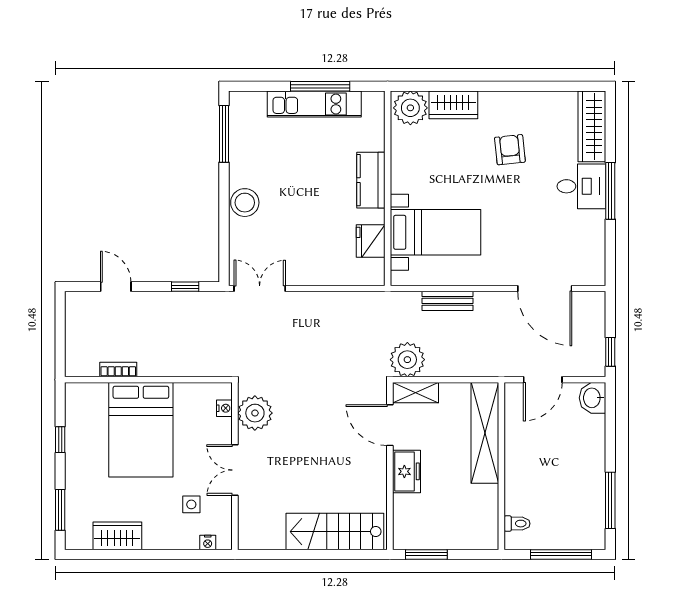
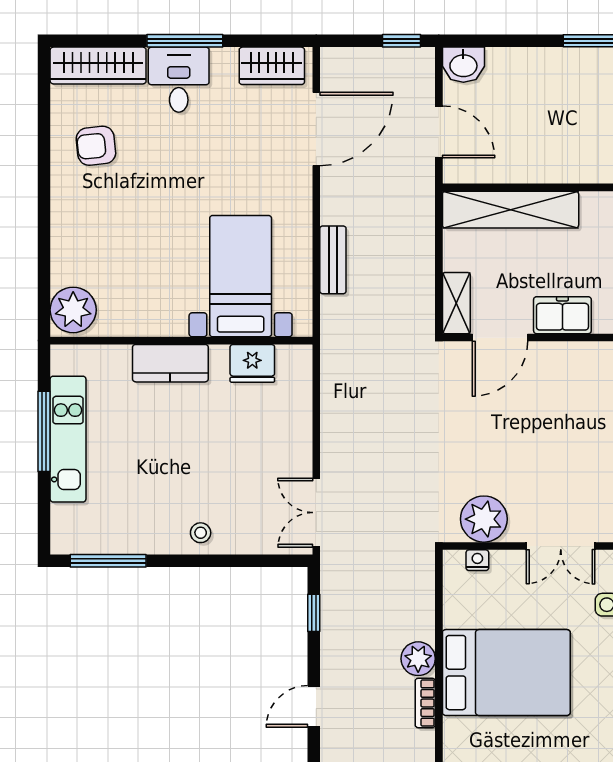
wardrobe: (453, 105) -> (272, 66), moved, turned 90
armchair: (510, 150) -> (96, 146), moved
stool: (245, 203) -> (201, 533), width x0.53, depth x0.53
plant: (407, 360) -> (418, 659), moved, width x0.73, depth x0.73

